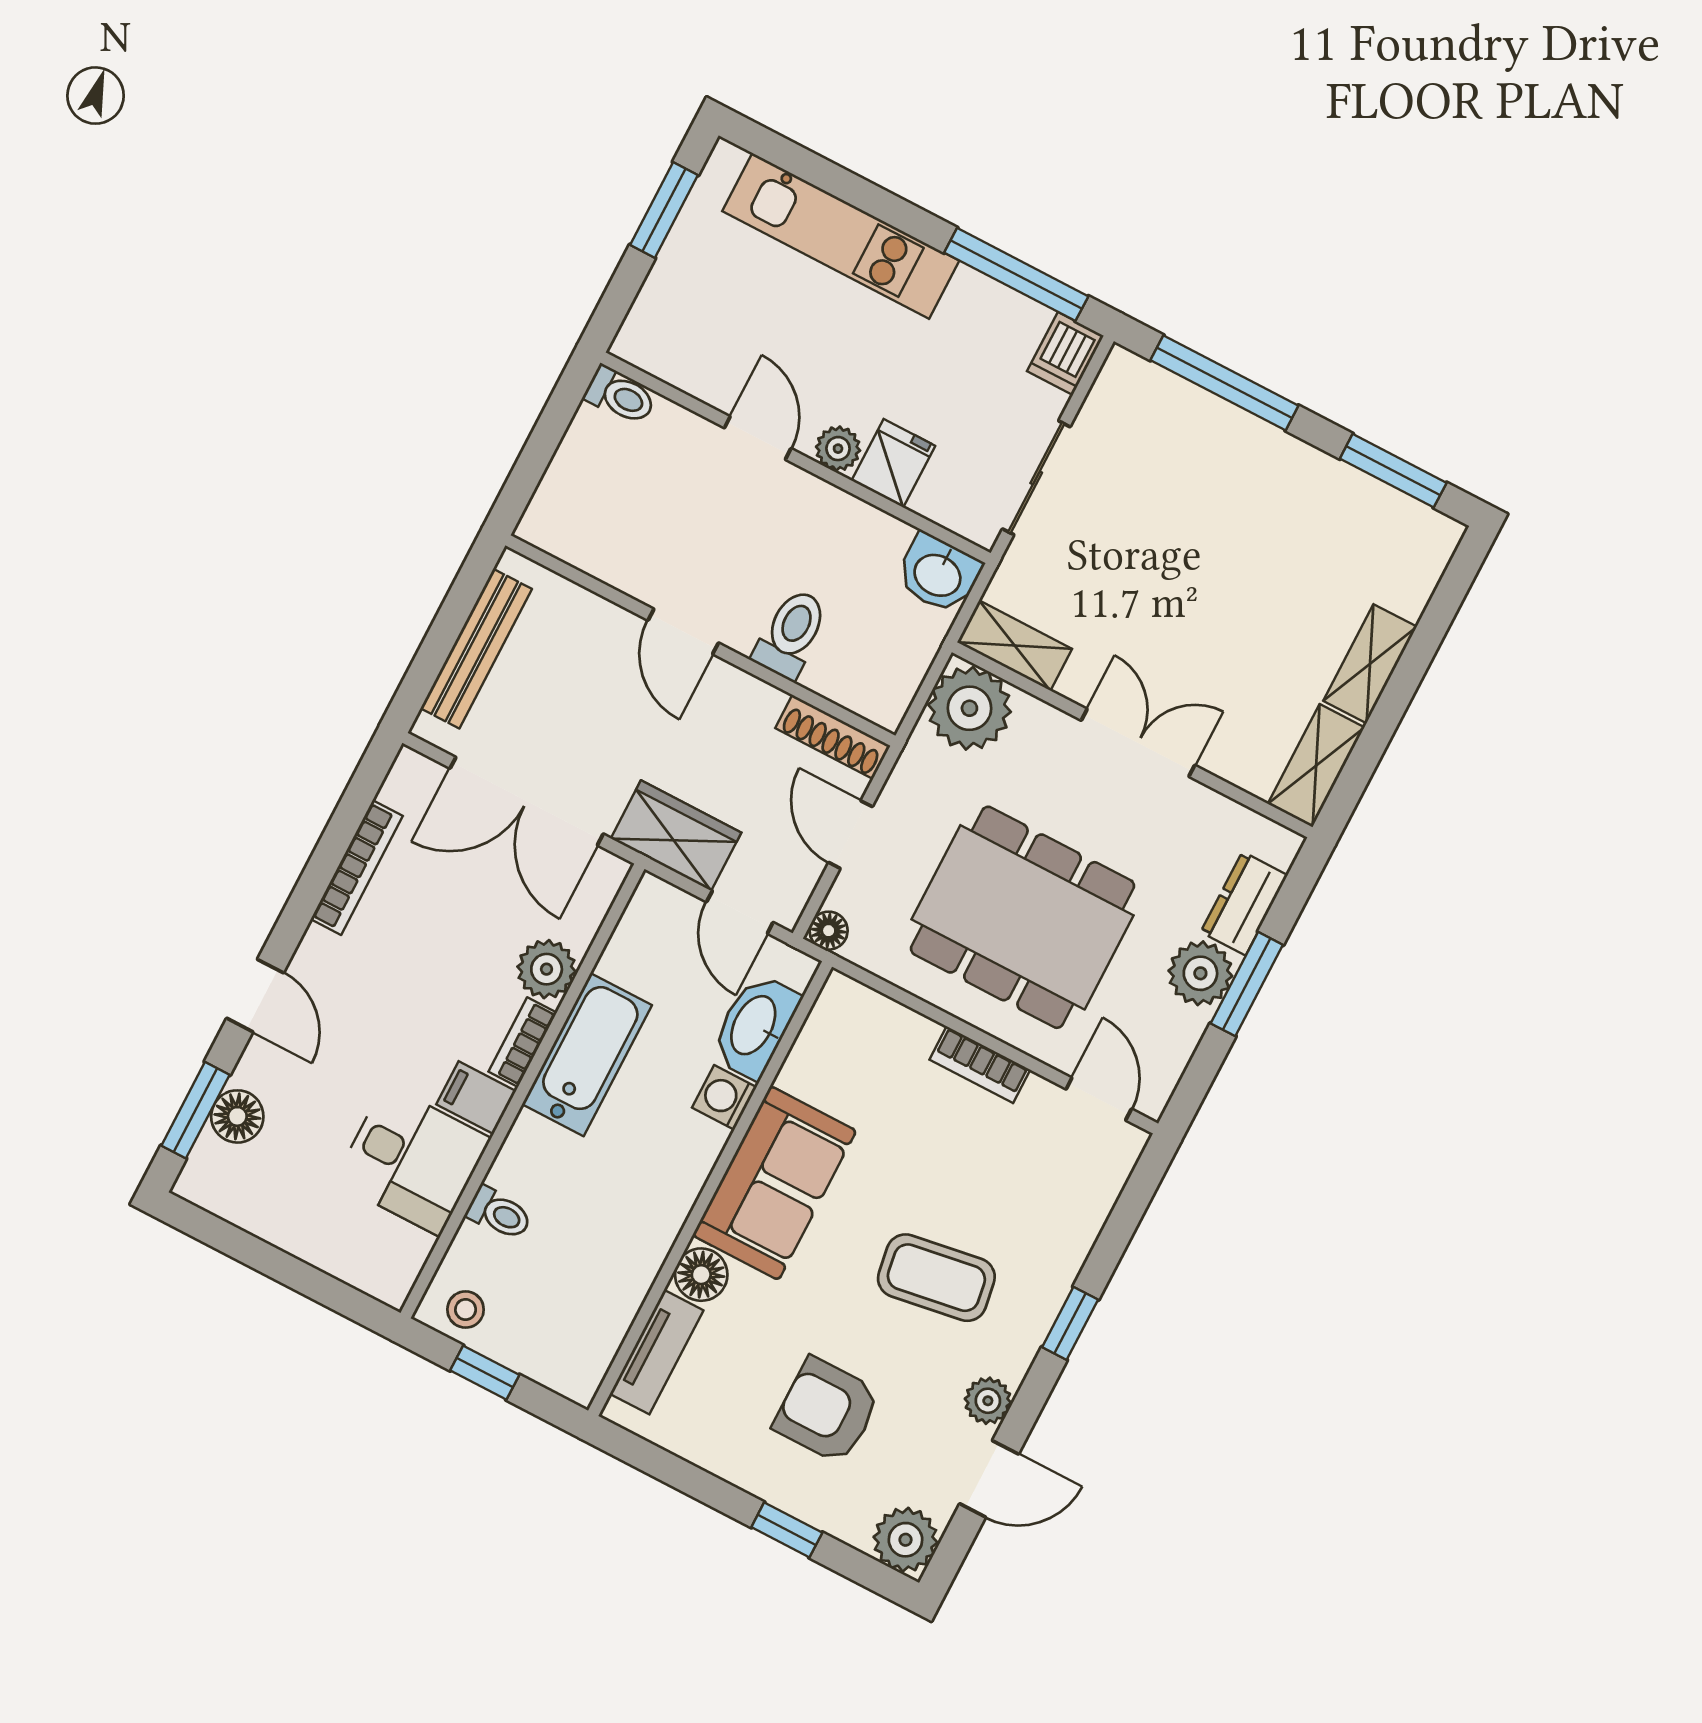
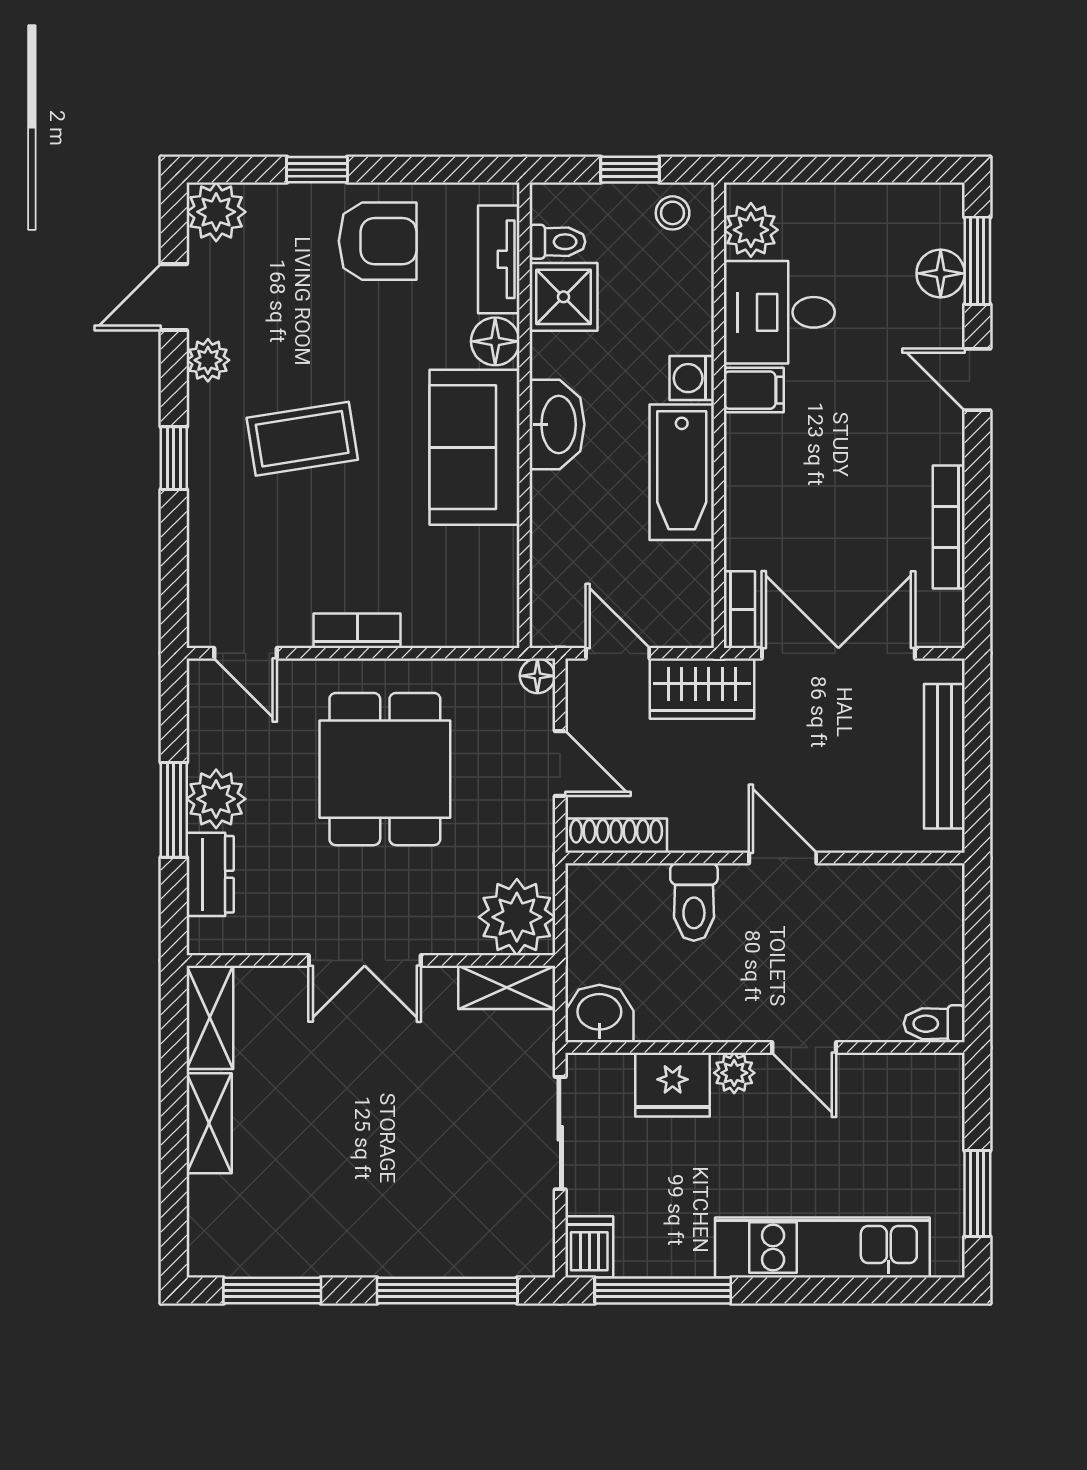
fridge: (893, 463) -> (673, 1085), width x1.38
dining table: (1023, 917) -> (385, 769), width x0.73
plant: (547, 969) -> (751, 230), moved
washbasin: (755, 1026) -> (557, 424), moved
bookcase: (523, 1042) -> (739, 610), moved
washing machine: (724, 1097) -> (692, 378), moved, turned 180
toilet: (499, 1213) -> (557, 242), moved, turned 180
shower: (613, 1283) -> (564, 297), added
armchair: (827, 1410) -> (378, 241), moved

